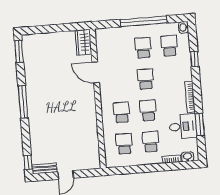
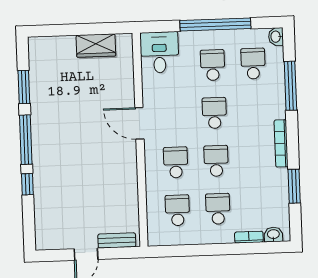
wardrobe: (83, 42) -> (96, 46), moved, turned -90
window: (19, 51) -> (24, 87), moved
window: (194, 59) -> (290, 86), width x2.17
door: (96, 72) -> (139, 123), moved
desk: (183, 126) -> (159, 52), moved, turned -90
window: (28, 162) -> (27, 184), moved
bench: (44, 168) -> (117, 240), moved

